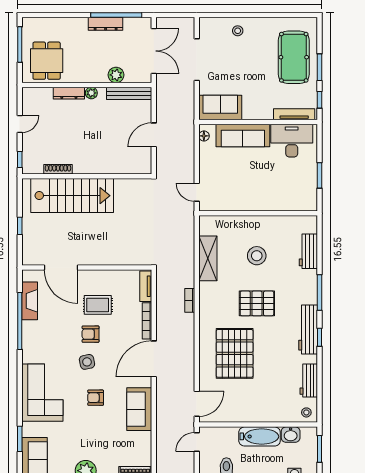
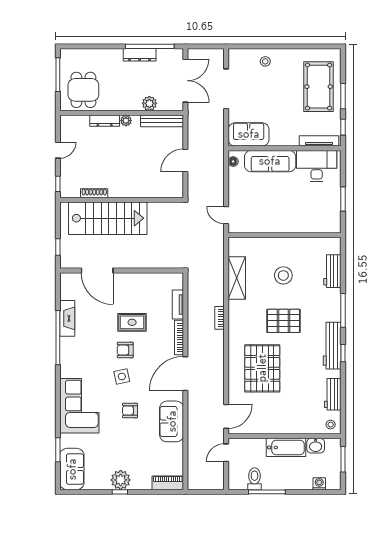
door: (61, 268) -> (97, 270), moved
wall: (87, 268) -> (122, 270), moved

